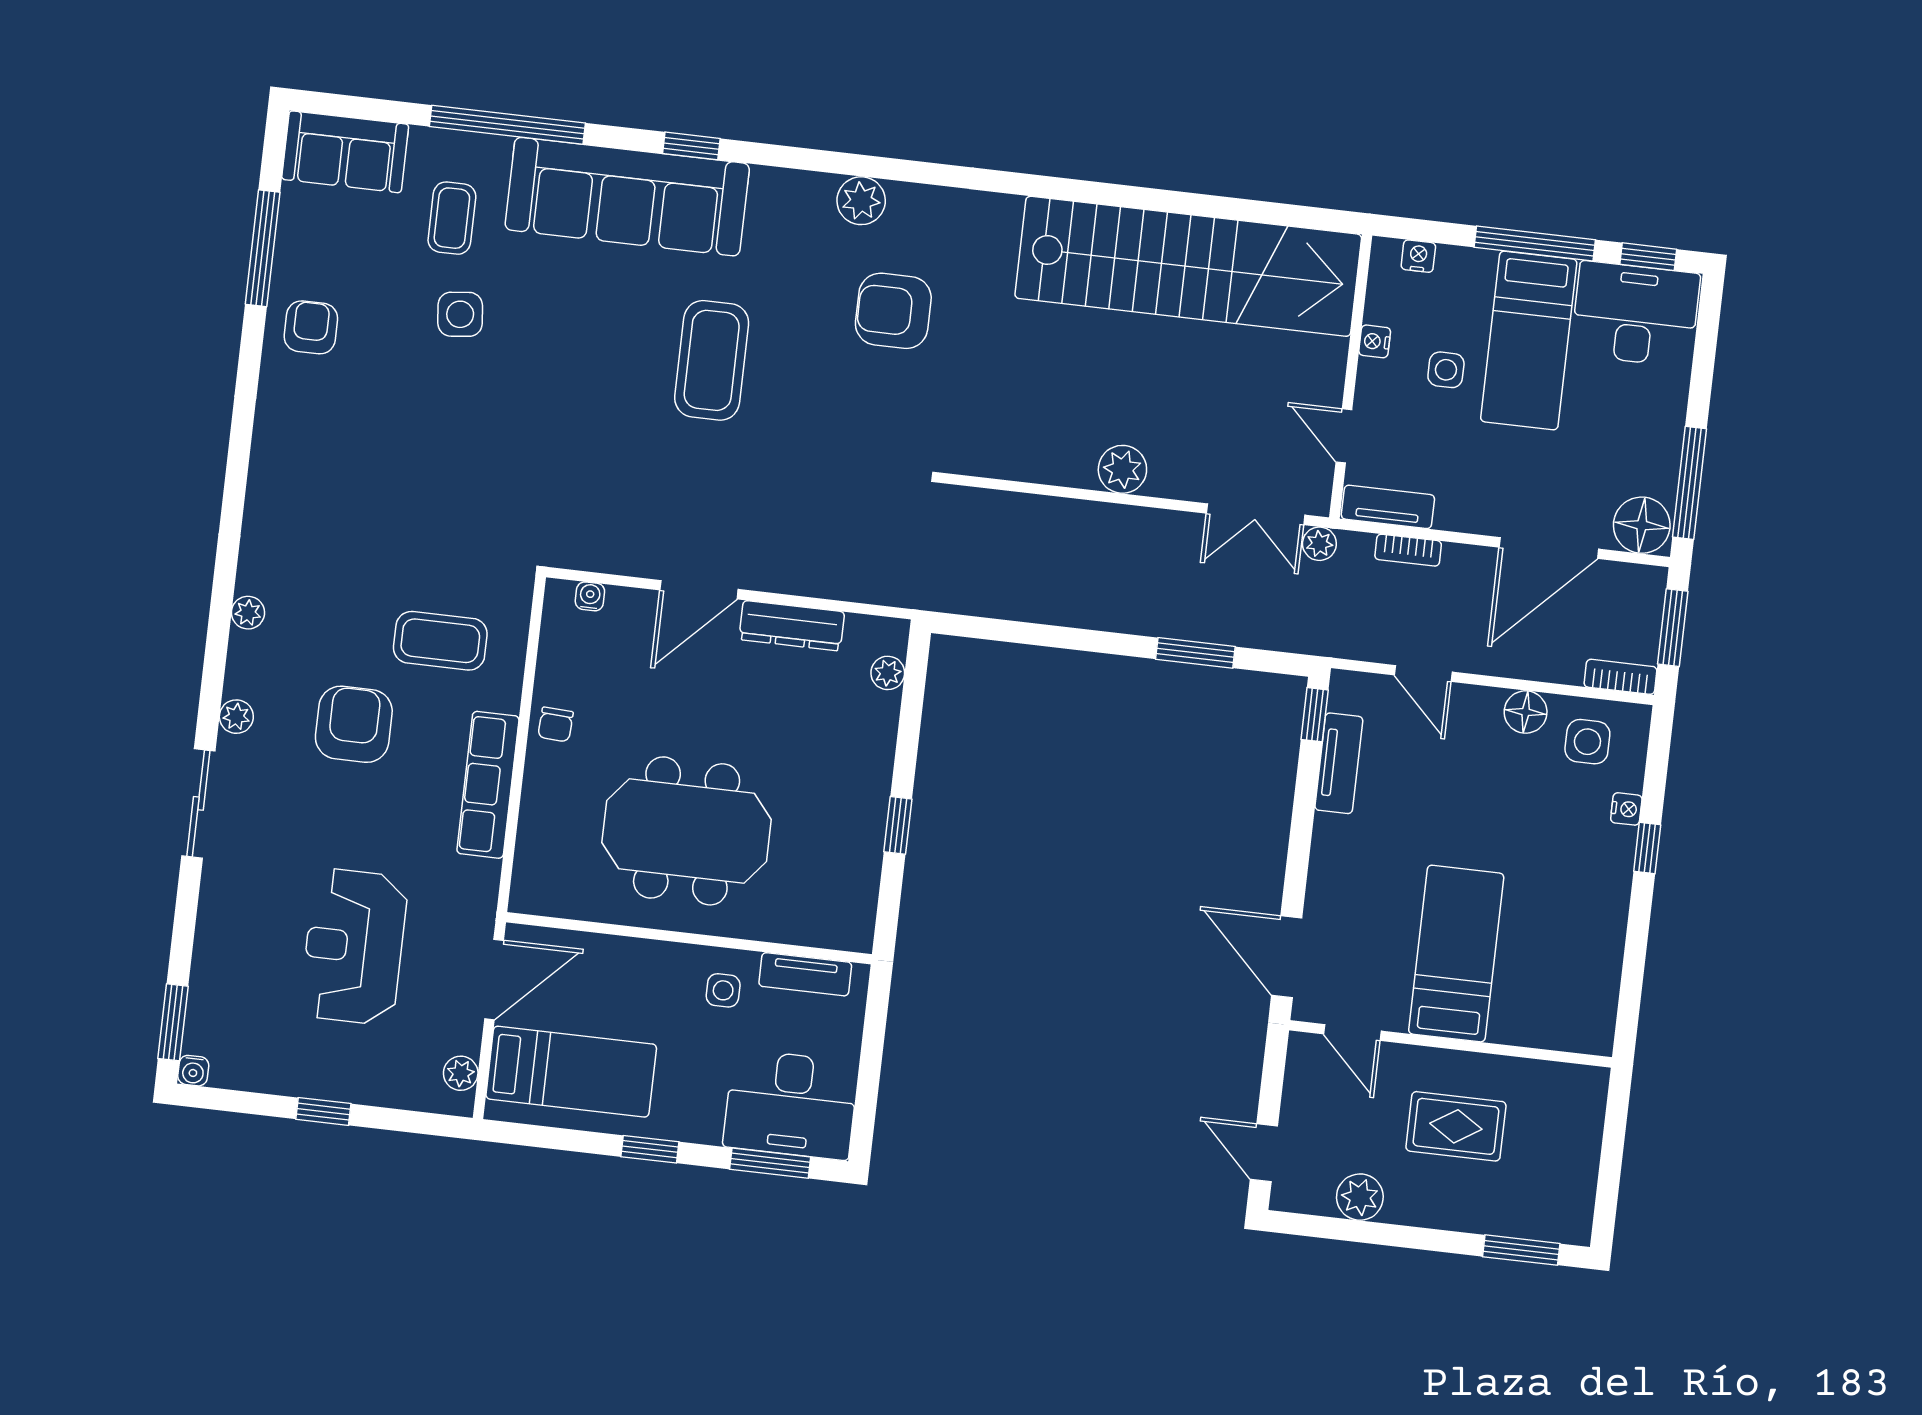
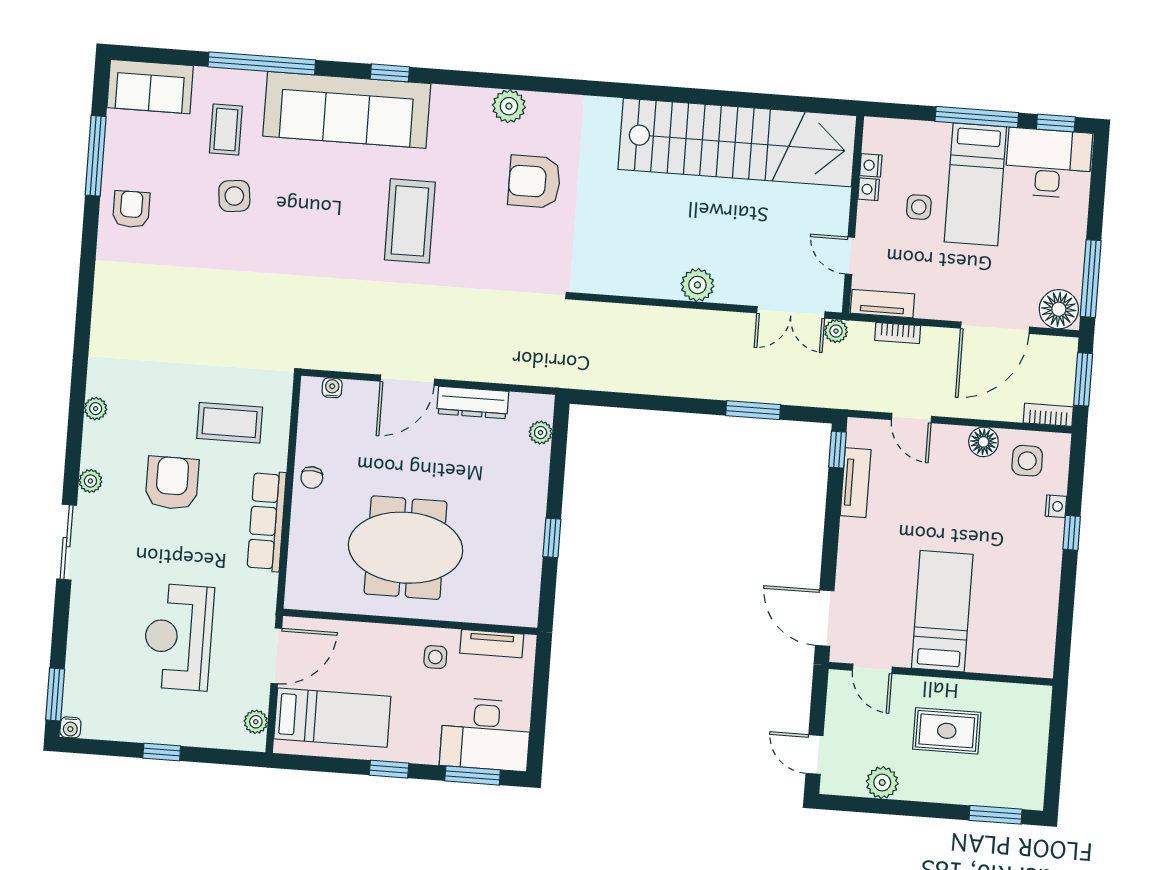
nightstand: (1418, 256) -> (871, 165), moved, turned -90

